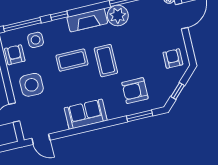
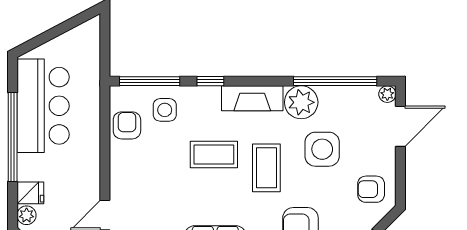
armchair: (173, 59) -> (371, 189), turned -90
side table: (32, 85) -> (322, 149), moved

